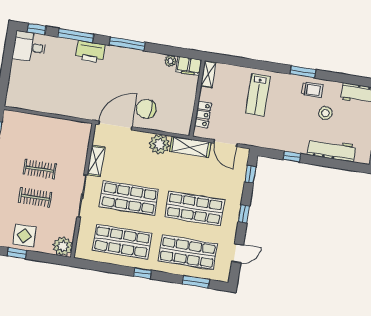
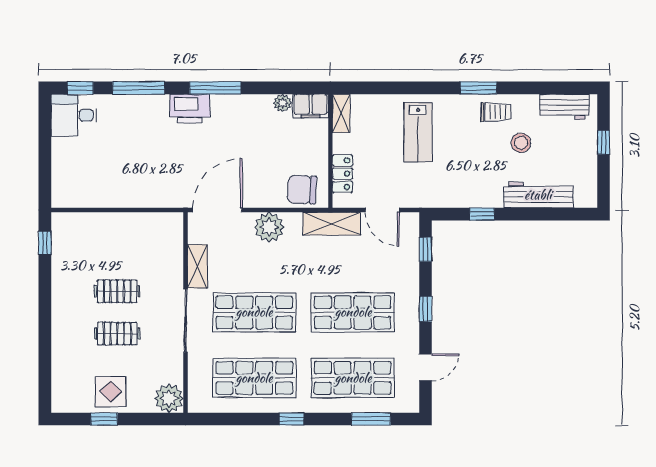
printer: (90, 52) -> (190, 108), moved
chair: (146, 109) -> (302, 190), moved
plant: (159, 144) -> (269, 227), moved

